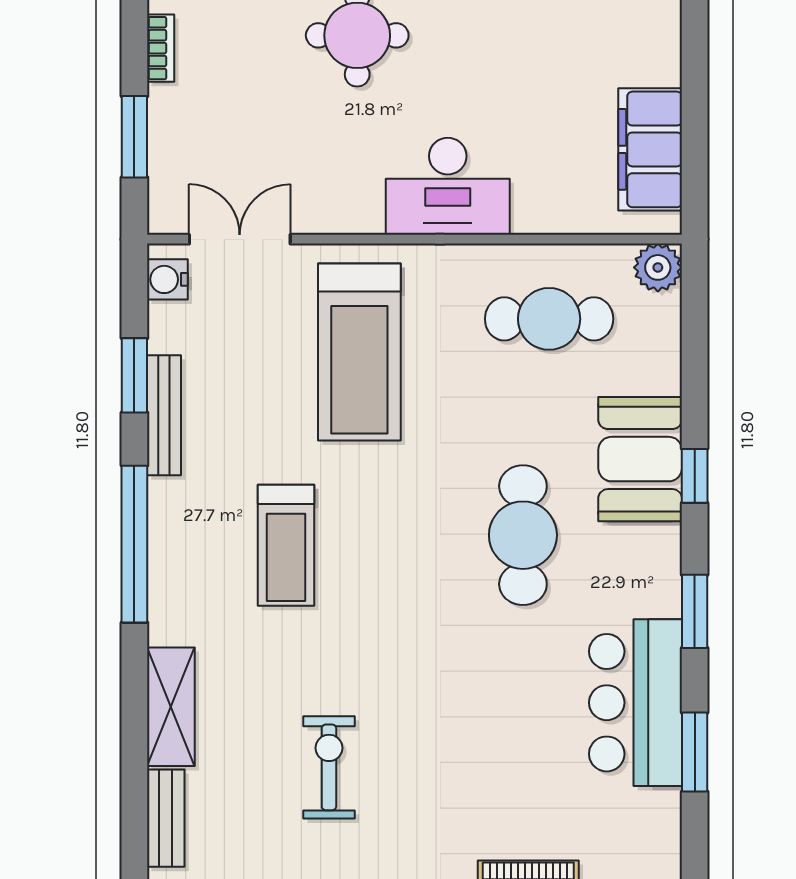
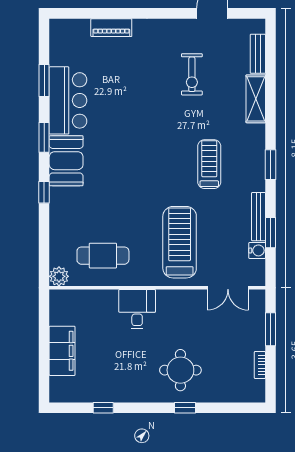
filing cabinet: (650, 149) -> (62, 351), moved
desk: (448, 186) -> (137, 309), width x0.73
water cooler: (167, 279) -> (257, 250), moved
booth: (640, 459) -> (66, 161), moved
cafe table: (523, 535) -> (113, 168), removed
window: (134, 544) -> (270, 165), width x0.47

